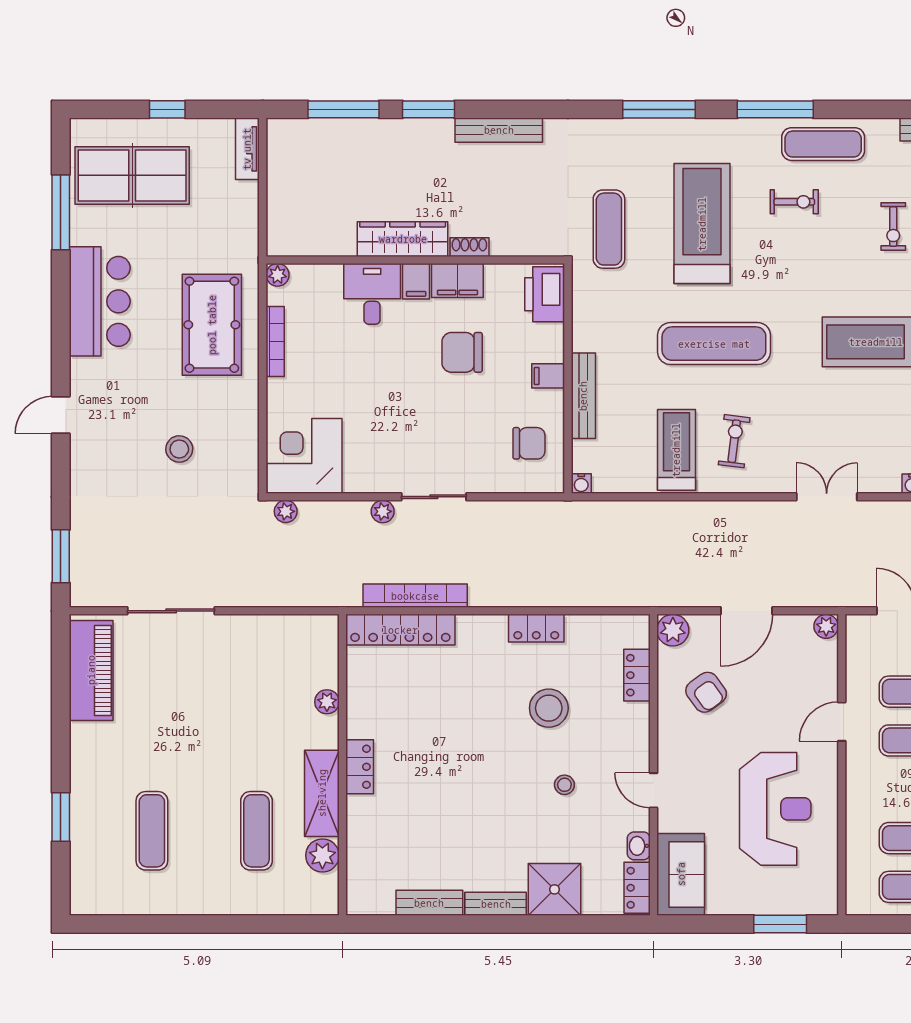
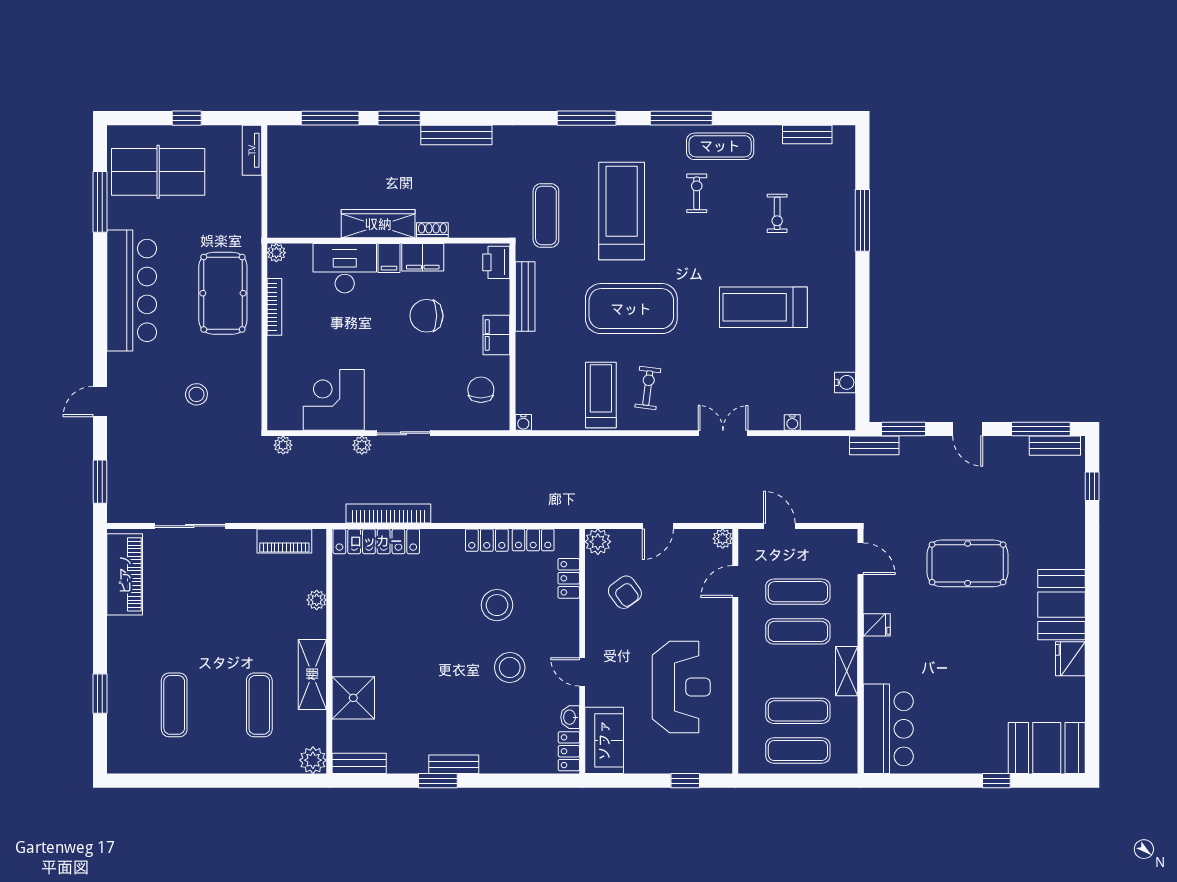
exercise bike: (794, 202) -> (697, 193), turned -90
desk: (372, 294) -> (345, 268), width x1.37
printer: (545, 294) -> (496, 262), width x0.73, depth x0.84
bar counter: (100, 301) -> (132, 290), width x1.36
exercise mat: (714, 344) -> (631, 309), width x1.47
filing cabinet: (548, 376) -> (496, 335), width x2.00
bench: (583, 396) -> (525, 297), moved
door: (61, 415) -> (100, 401), moved
chair: (529, 443) -> (481, 390), turned -90
corner desk: (304, 456) -> (334, 400), moved
door: (747, 611) -> (658, 526), width x0.73
piano: (287, 629) -> (284, 541), added
door: (842, 722) -> (735, 582), moved
locker: (360, 767) -> (533, 540), moved, turned 90
stool: (564, 785) -> (510, 667), width x1.89, depth x1.89
plant: (322, 855) -> (313, 760), moved
shower: (554, 889) -> (353, 698), moved
bench: (429, 903) -> (359, 763), moved
window: (476, 924) -> (438, 781), added
window: (780, 924) -> (685, 781), width x0.67

